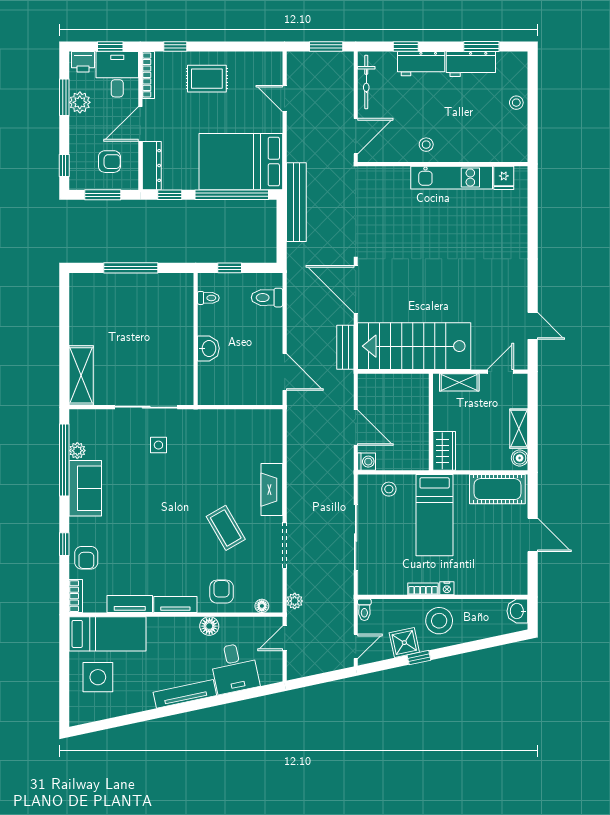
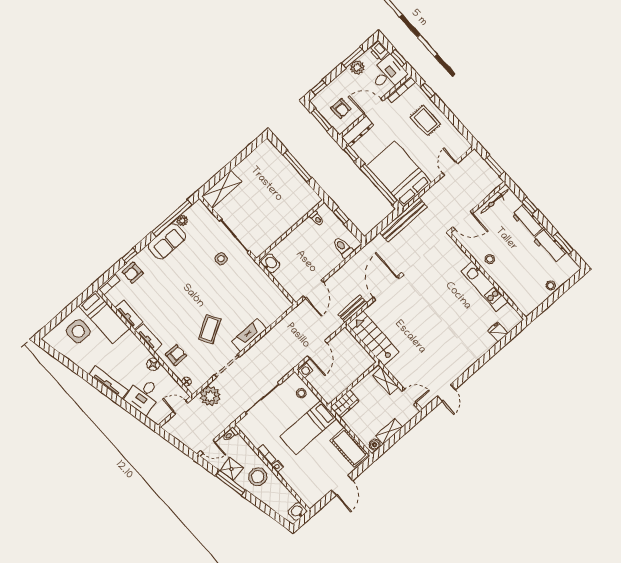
fridge: (504, 178) -> (498, 332), moved, turned 90
stairs: (414, 346) -> (373, 338), width x0.73, depth x0.66
washbasin: (208, 348) -> (270, 263), moved, turned -90
plant: (295, 601) -> (210, 396), width x1.87, depth x1.87
window: (419, 658) -> (230, 483), width x2.17

